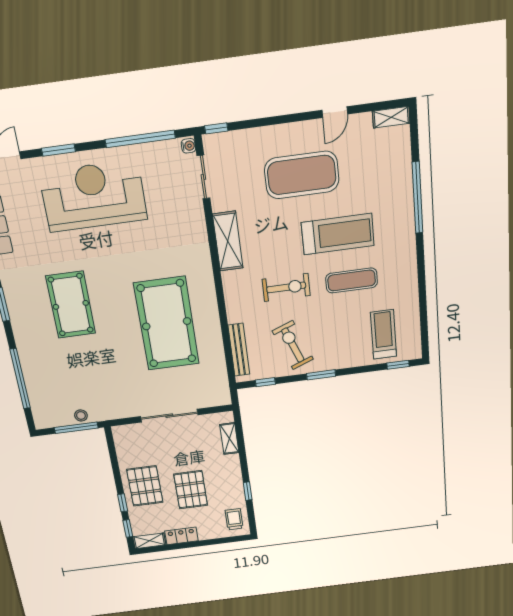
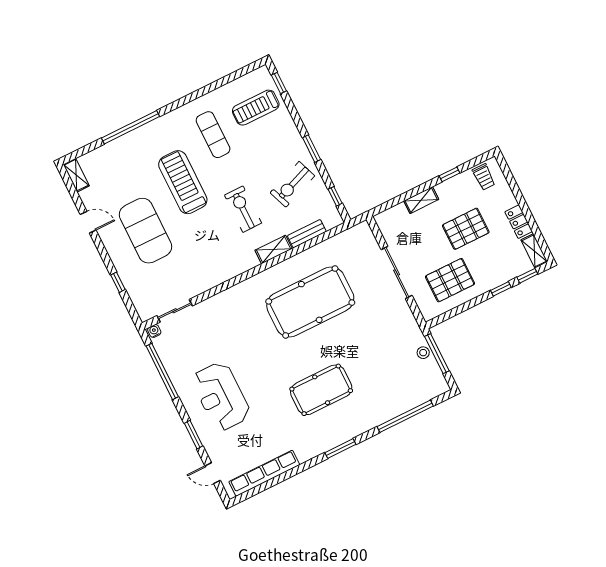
window: (216, 128) -> (118, 282), moved
reception desk: (93, 196) -> (221, 396), width x0.74, depth x0.77
shelving: (228, 241) -> (274, 249), moved, width x0.67, depth x0.75
exercise mat: (352, 280) -> (213, 135), moved
bench: (239, 350) -> (307, 234), width x0.73
shelving: (229, 439) -> (421, 200), moved
pallet: (145, 486) -> (450, 280), moved
trolley: (234, 519) -> (484, 177), turned -90

